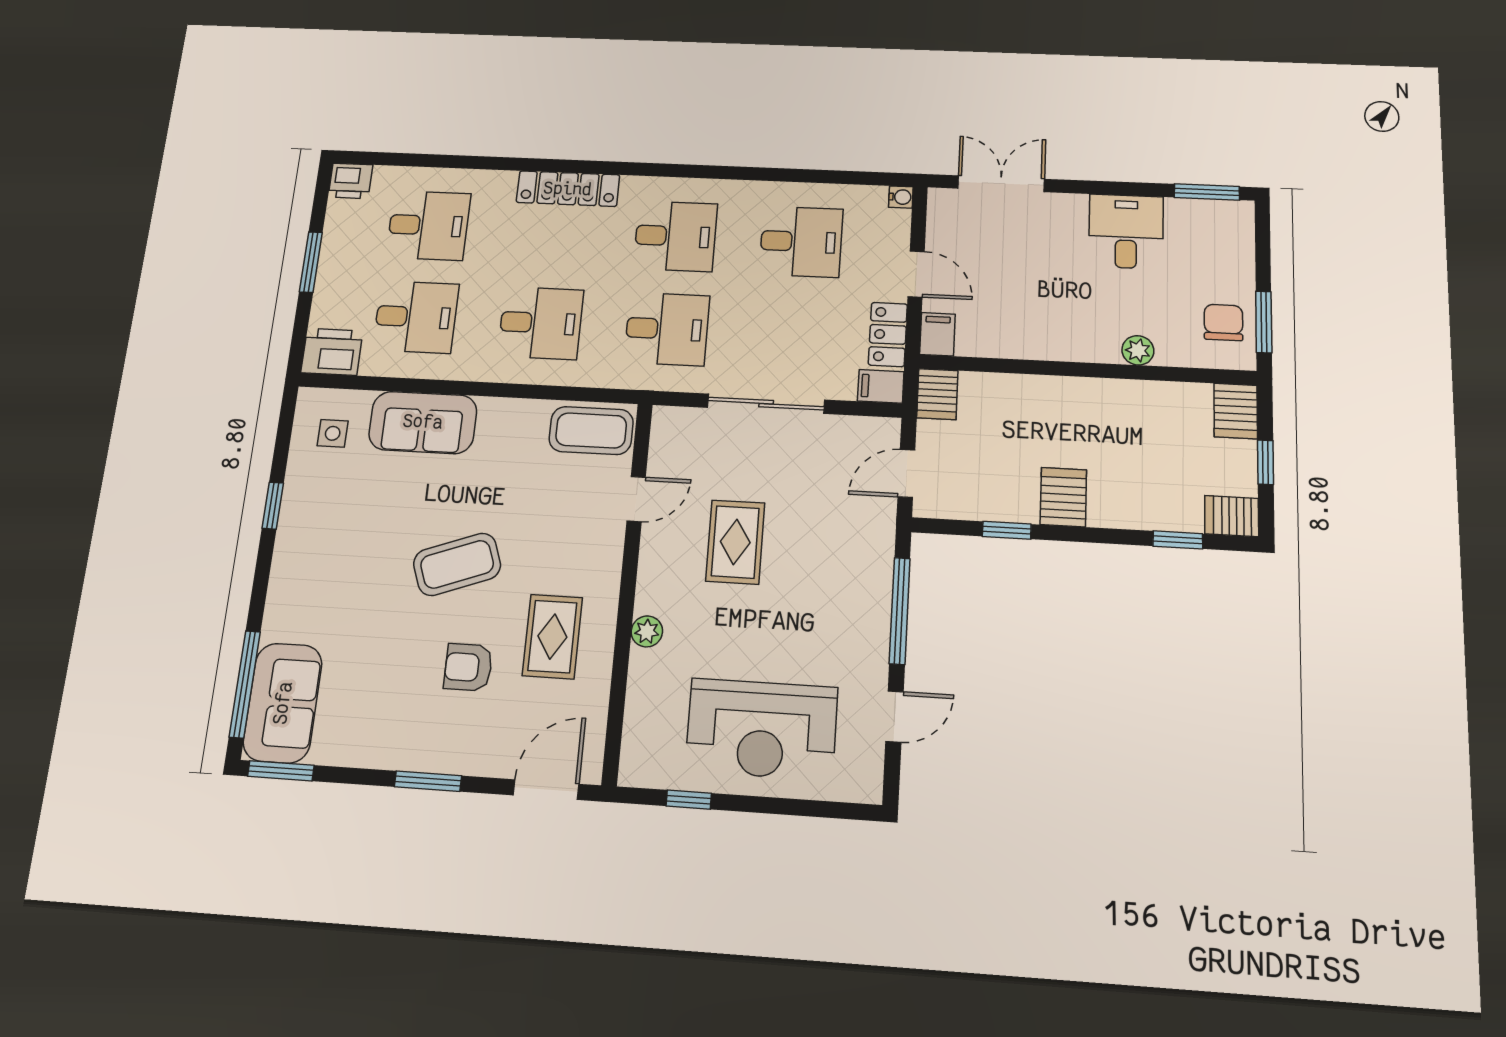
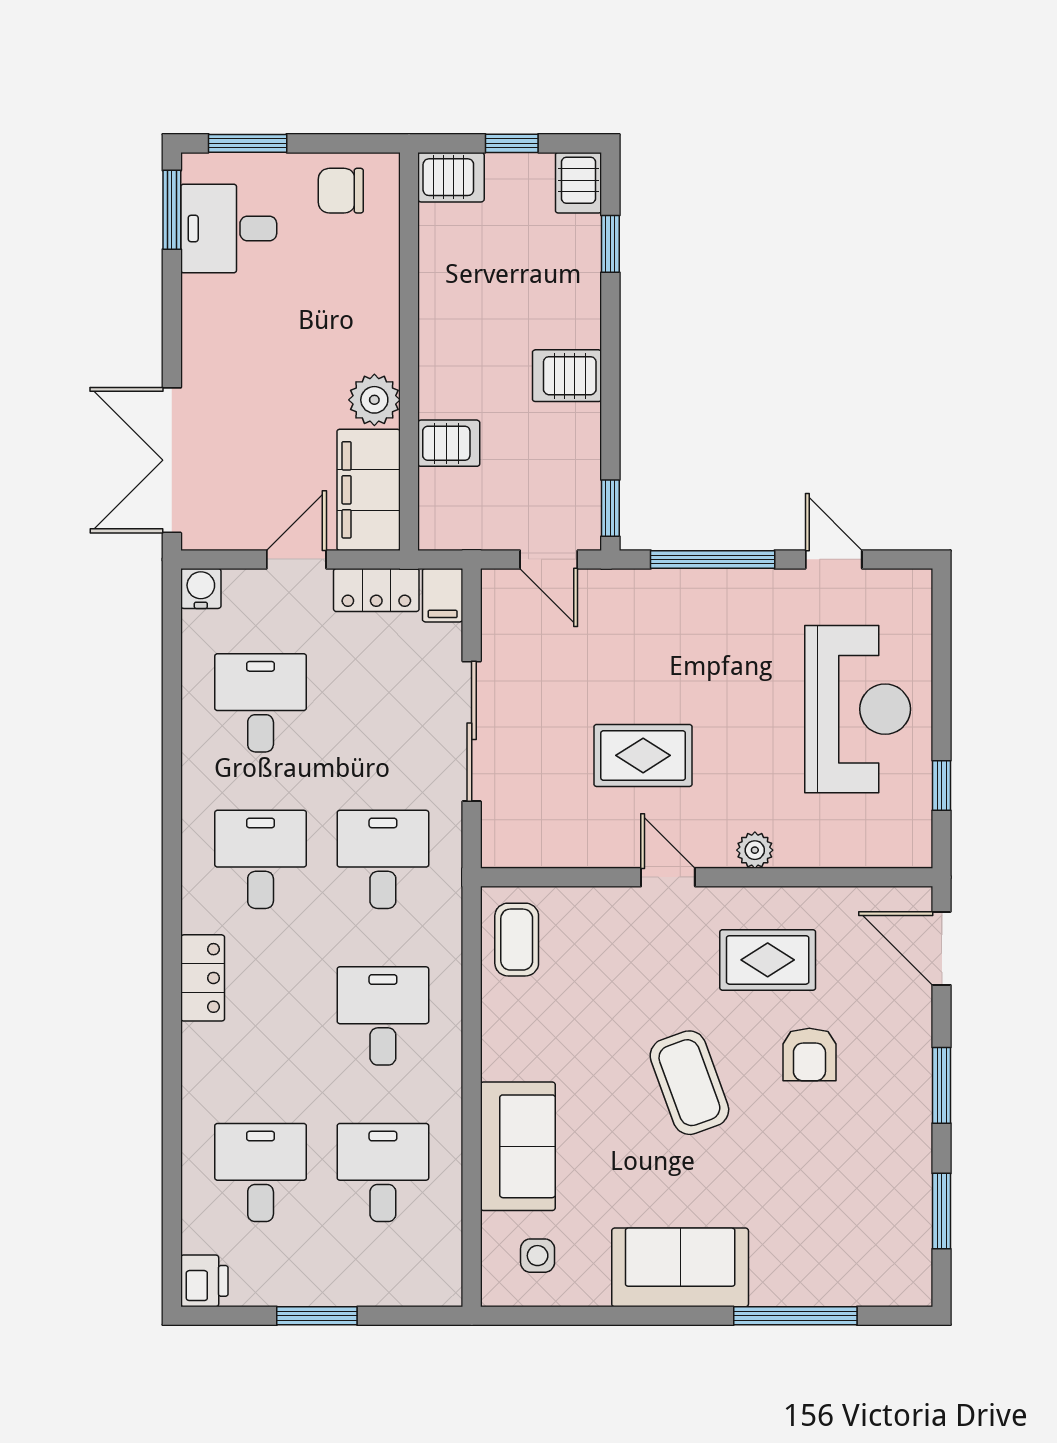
double door: (1001, 184) -> (172, 460), width x1.37
locker: (568, 189) -> (203, 978), width x0.66
water cooler: (901, 197) -> (201, 588), width x1.38, depth x1.38
desk: (1126, 231) -> (229, 228), moved
window: (1264, 322) -> (248, 143), moved
filing cabinet: (937, 334) -> (369, 490), width x3.00, depth x1.17
plant: (1138, 350) -> (374, 400), moved, width x1.38, depth x1.38
printer: (332, 352) -> (434, 1272), removed
server rack: (937, 394) -> (449, 443), moved
coffee table: (591, 431) -> (517, 940), width x0.73, depth x0.77
door: (636, 499) -> (668, 877), moved
window: (273, 506) -> (631, 1316), removed
window: (1007, 530) -> (610, 508), moved
window: (245, 684) -> (795, 1316), moved
sofa: (283, 703) -> (680, 1267), moved
window: (281, 771) -> (942, 1211), moved

